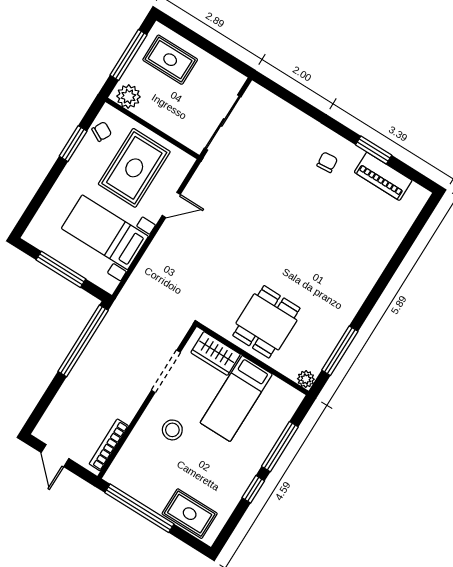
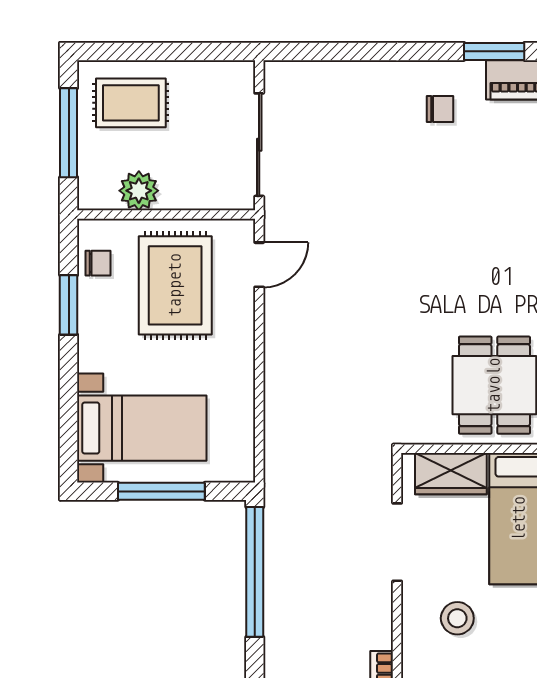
plant: (128, 96) -> (139, 191), moved
chair: (102, 132) -> (98, 263), turned 62
chair: (327, 162) -> (440, 109), turned 95
door: (171, 205) -> (259, 265), moved
bed with nightstands: (105, 232) -> (142, 428), moved, turned 180

